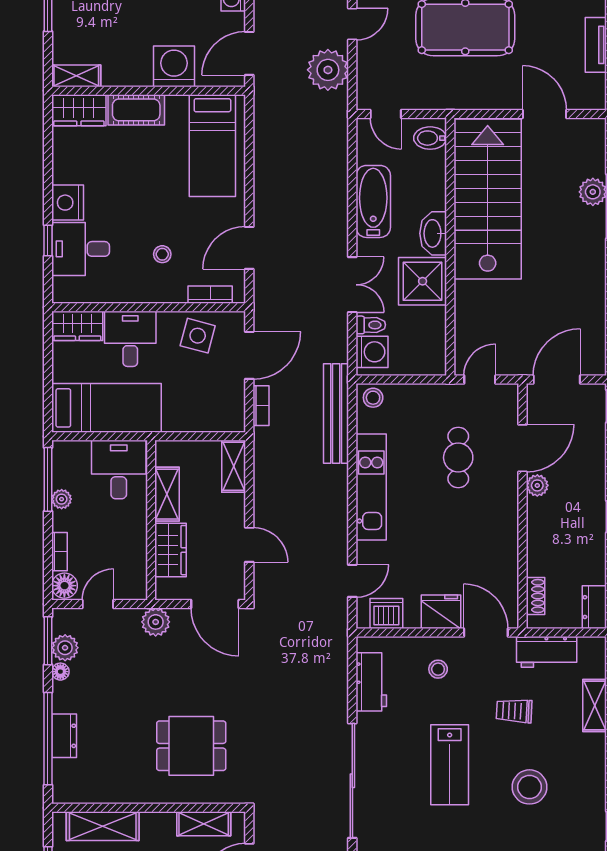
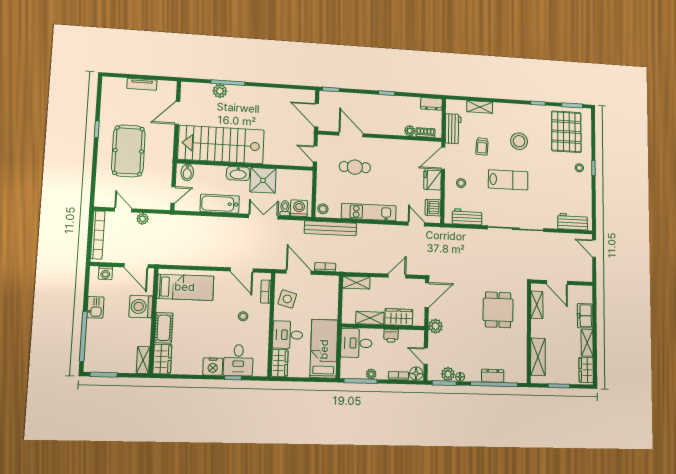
plant: (328, 70) -> (143, 219), width x0.53, depth x0.53
plant: (537, 485) -> (410, 131), moved
printer: (135, 536) -> (391, 336), added

